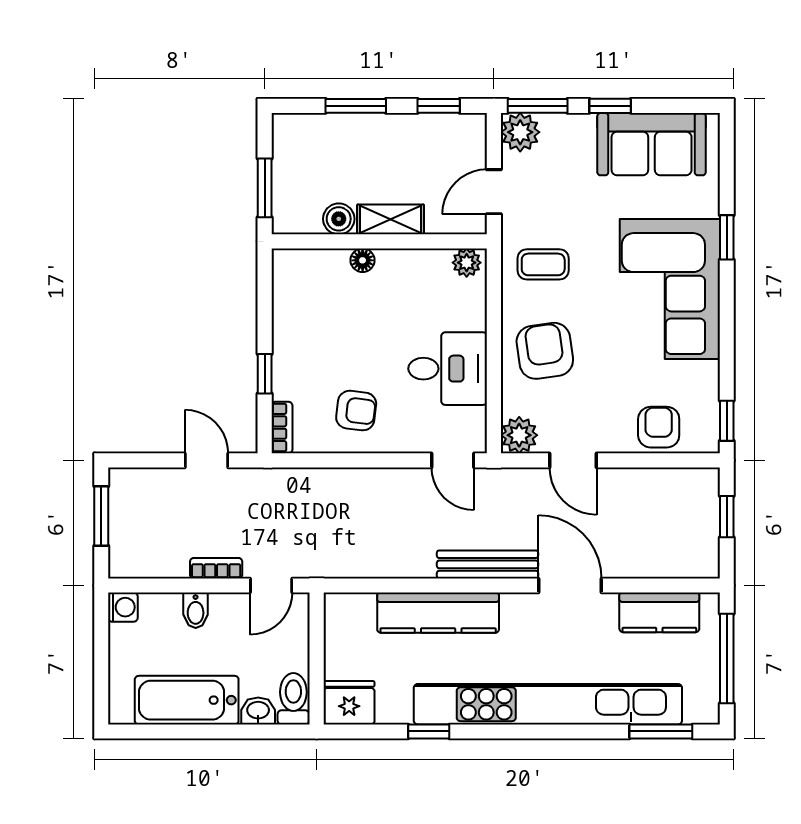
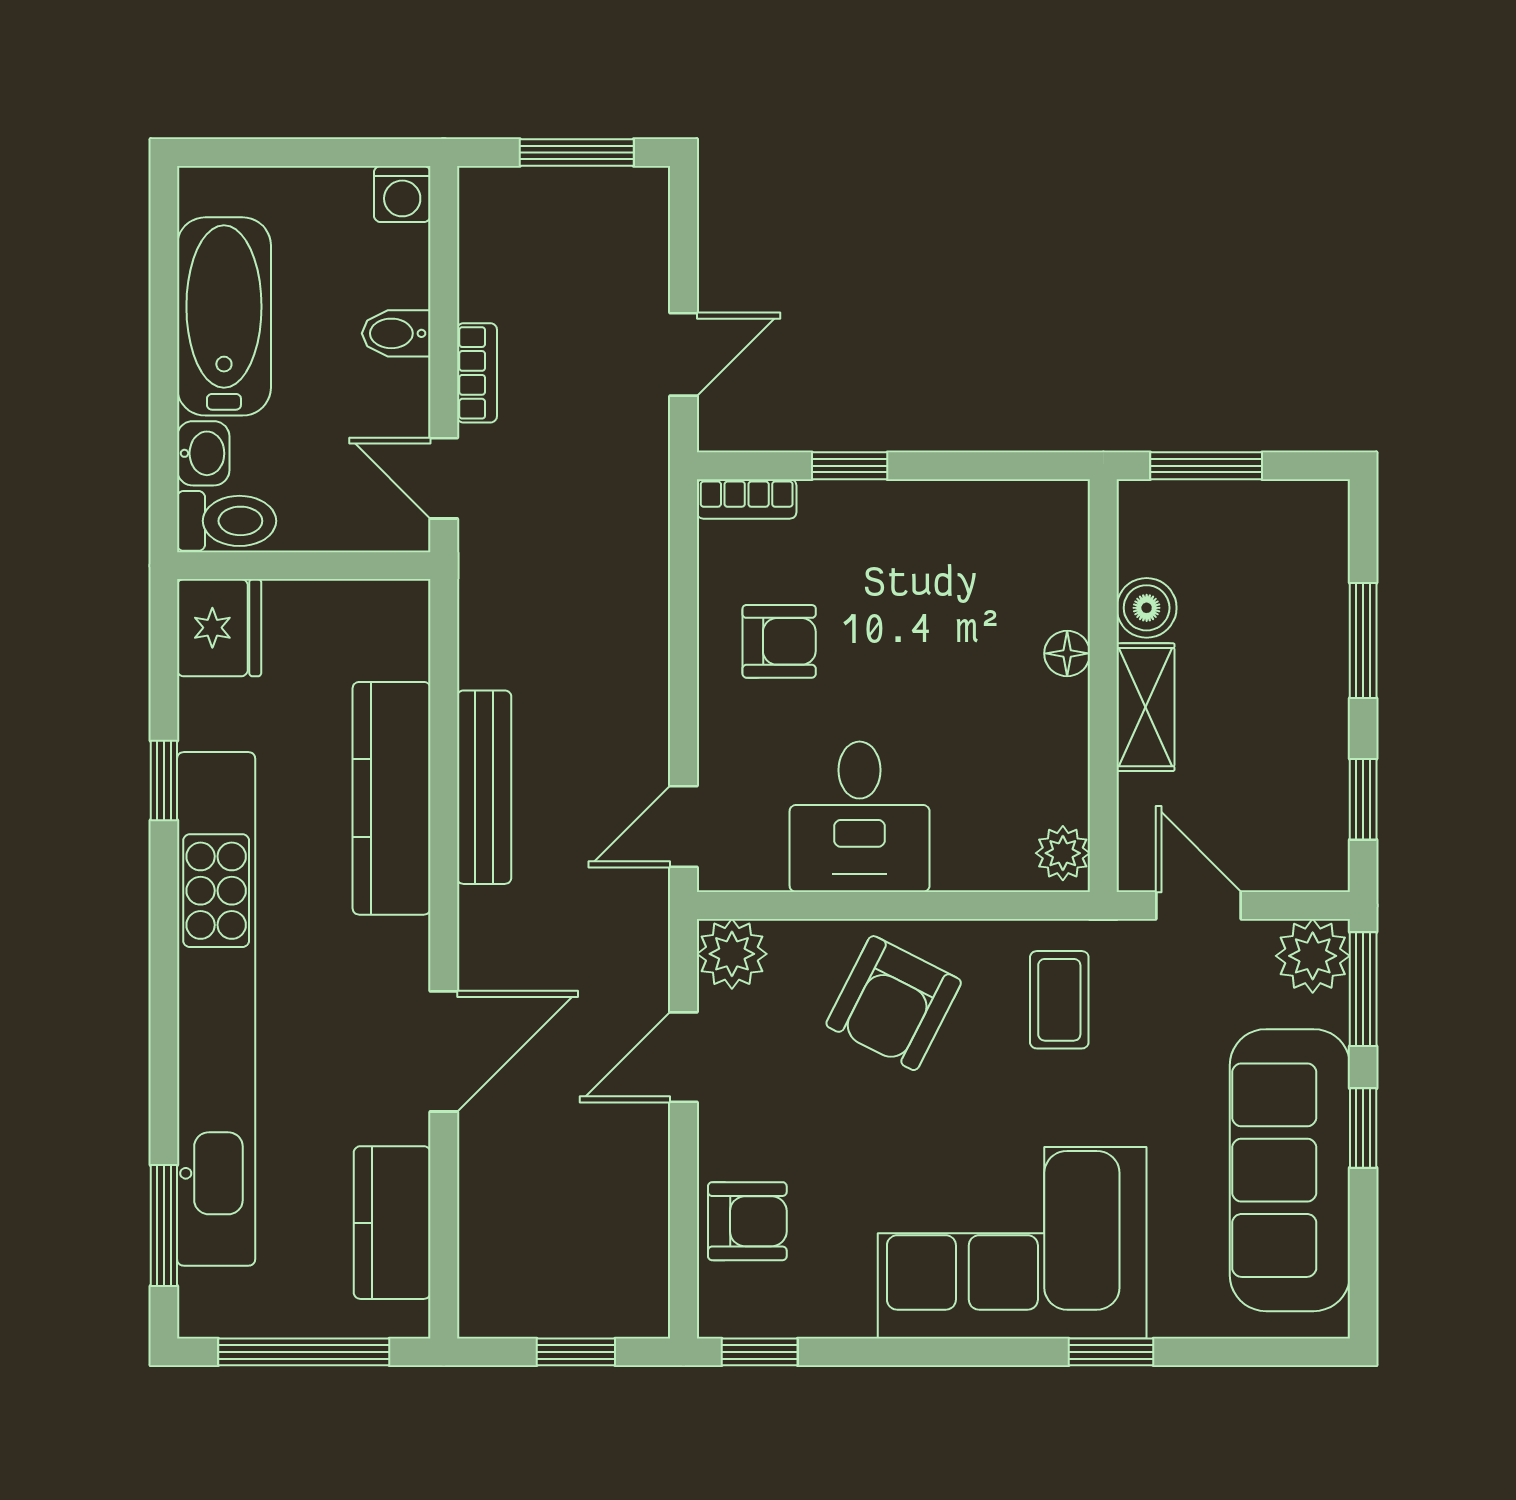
sofa: (652, 144) -> (1290, 1170), width x1.36
armchair: (545, 351) -> (894, 1003), turned 125
armchair: (356, 411) -> (779, 641), turned -97
bench: (488, 564) -> (484, 787), moved

